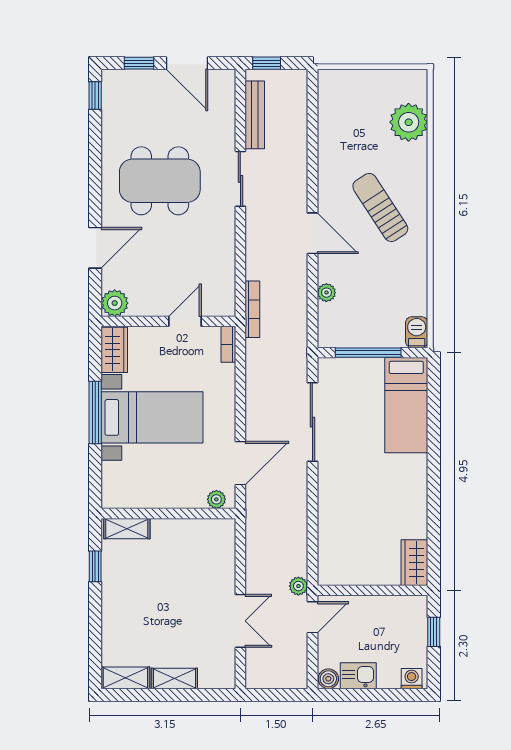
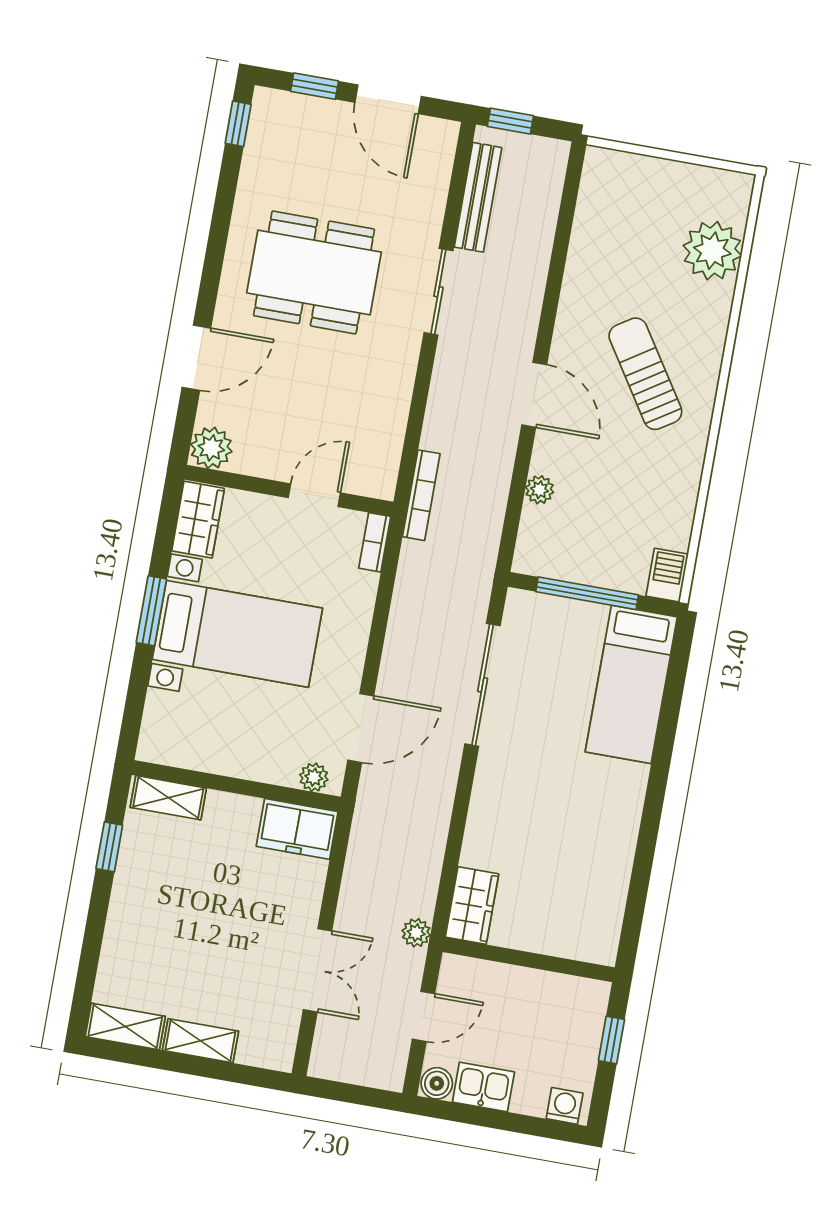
window: (95, 413) -> (151, 611), width x0.69
freezer: (212, 534) -> (297, 829), added
wardrobe: (414, 563) -> (472, 905), moved, turned 180
door: (312, 617) -> (423, 1016), moved

